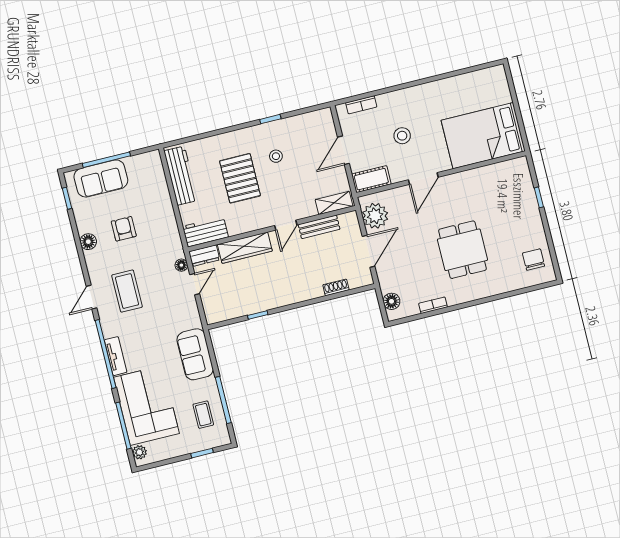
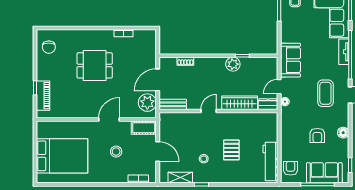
bed: (483, 136) -> (62, 156), moved
door: (343, 150) -> (158, 152), hinge flipped
armchair: (150, 173) -> (290, 168), added
pallet: (240, 178) -> (231, 150), width x0.67, depth x0.71
piano: (525, 189) -> (43, 96), added
shelving: (334, 203) -> (180, 178), moved
bench: (319, 227) -> (173, 104), moved
workbench: (205, 232) -> (263, 120), removed
dining table: (462, 250) -> (95, 65), turned 90
plant: (268, 300) -> (233, 64), added
floor lamp: (391, 301) -> (151, 43), removed
sofa: (195, 354) -> (290, 60), moved

